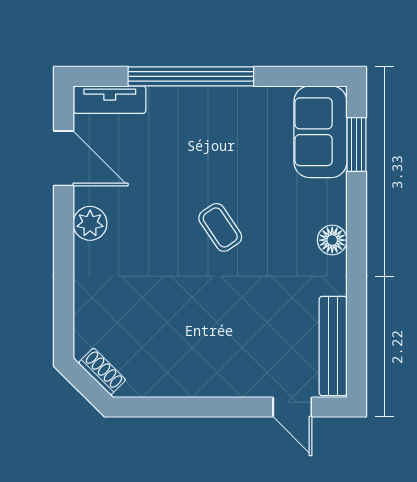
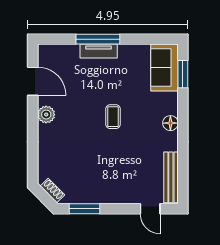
window: (191, 76) -> (98, 39), width x0.68
tv unit: (110, 100) -> (99, 51), moved
coffee table: (220, 227) -> (113, 117), turned 34
window: (165, 407) -> (84, 209), added

